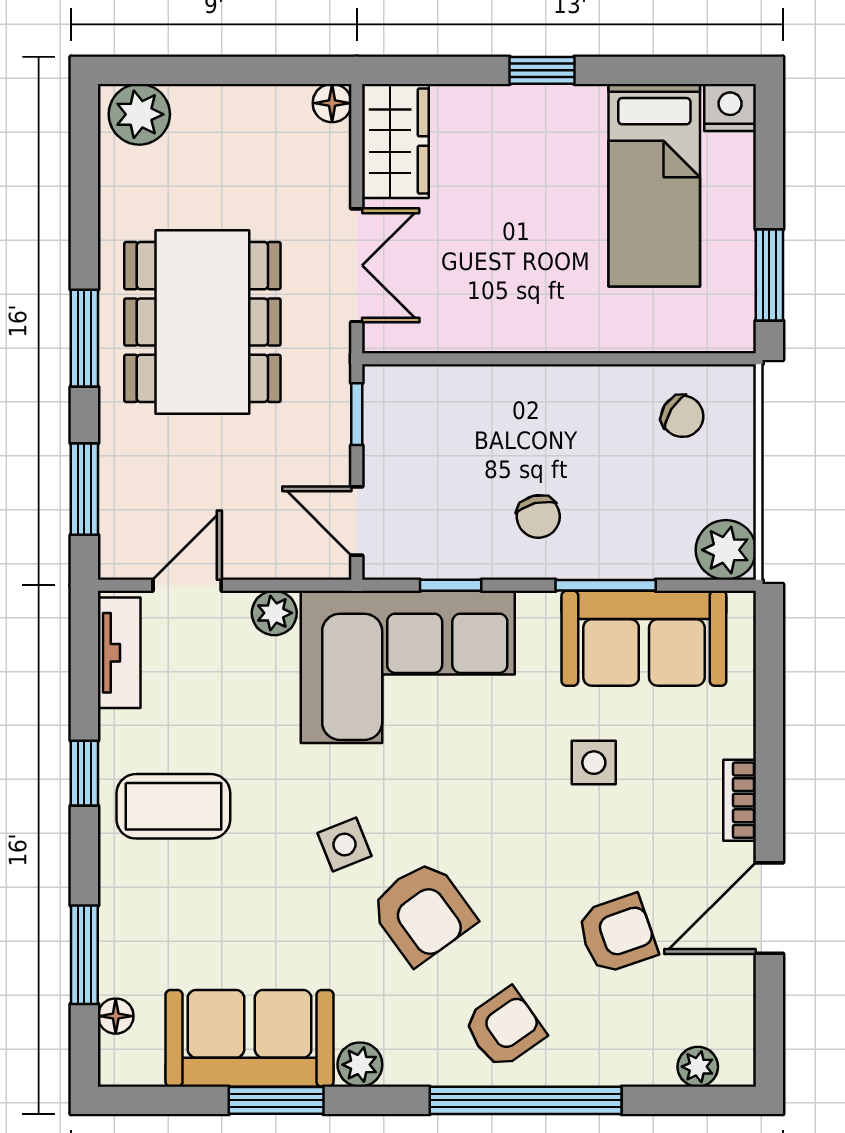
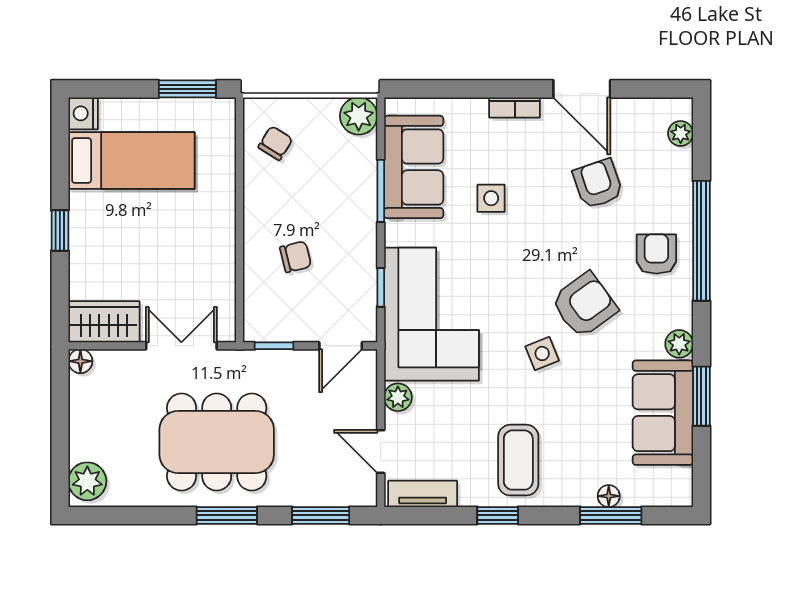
chair: (538, 516) -> (296, 257), moved
floor lamp: (116, 1016) -> (609, 496), moved
armchair: (504, 1028) -> (656, 254), turned 35

